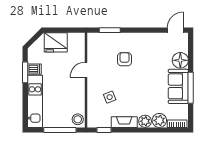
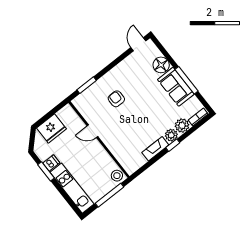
door: (86, 70) -> (92, 131), hinge flipped
side table: (110, 97) -> (128, 138), removed
window: (104, 130) -> (173, 145), moved

